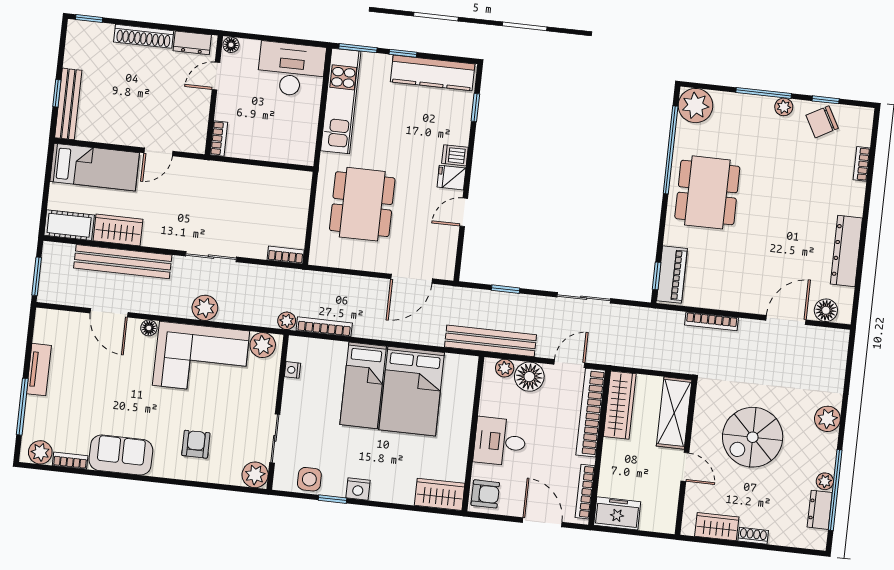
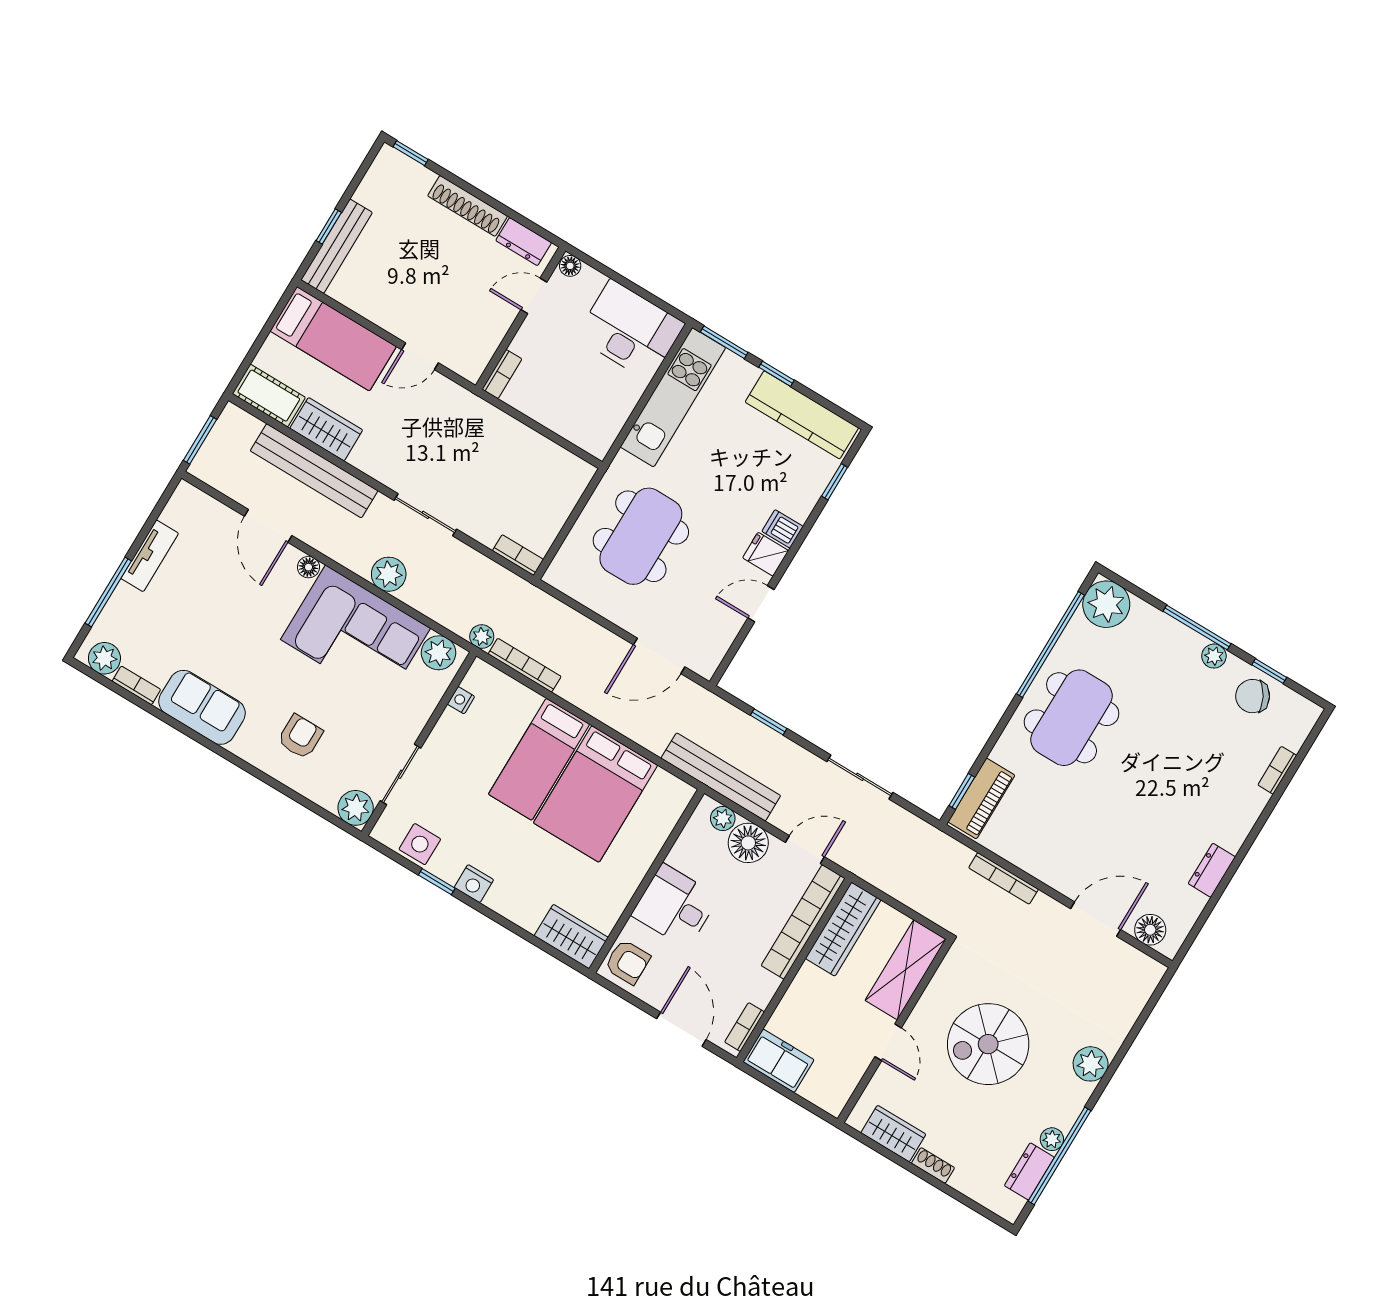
dresser: (846, 251) -> (1212, 870), width x0.51, depth x0.80
bookcase: (585, 492) -> (745, 1027), width x0.64

